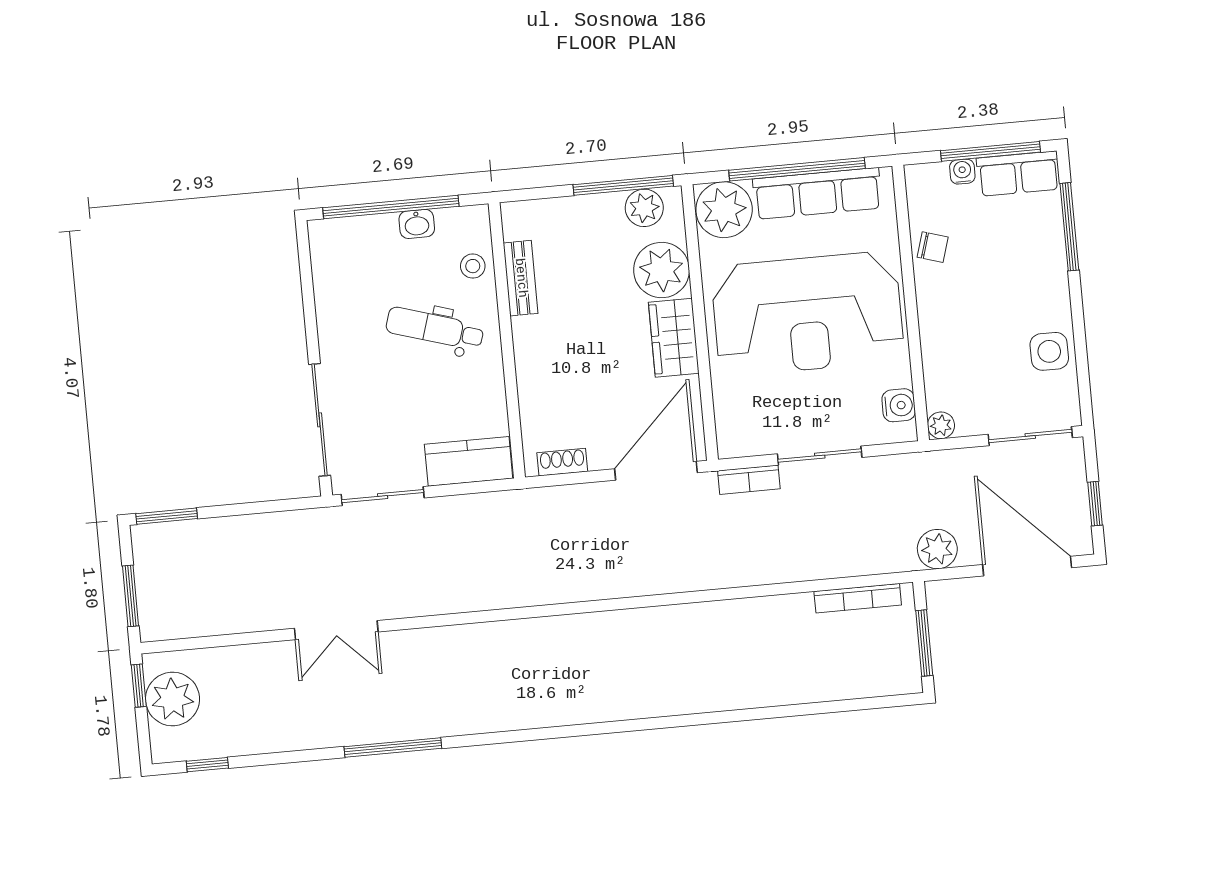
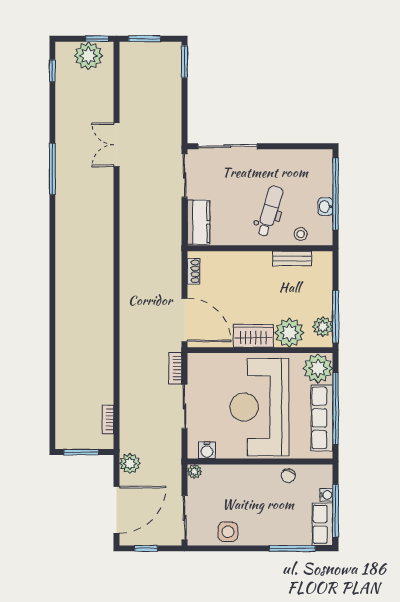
bookcase: (858, 598) -> (108, 419), width x0.64

